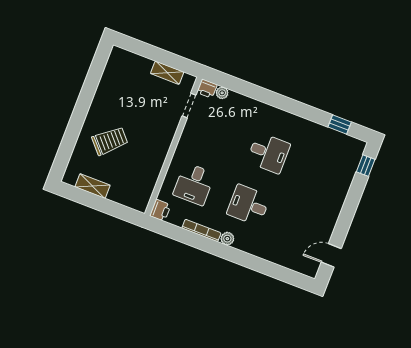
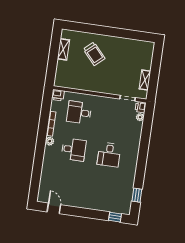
desk: (249, 205) -> (74, 150), turned 90

